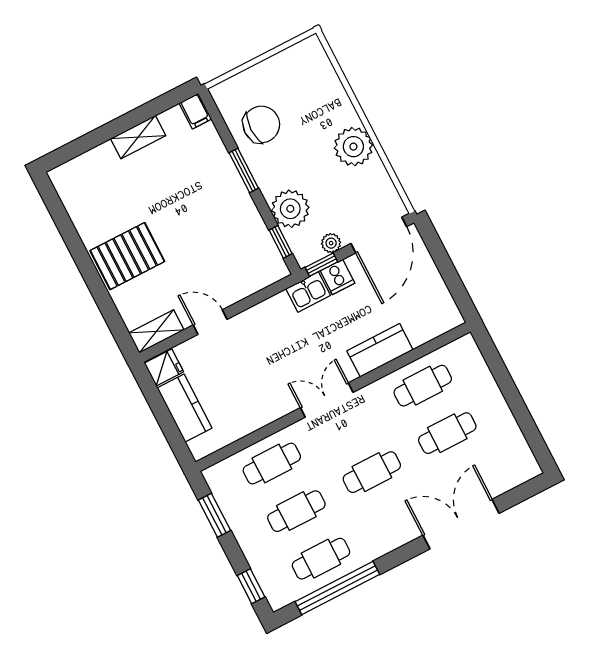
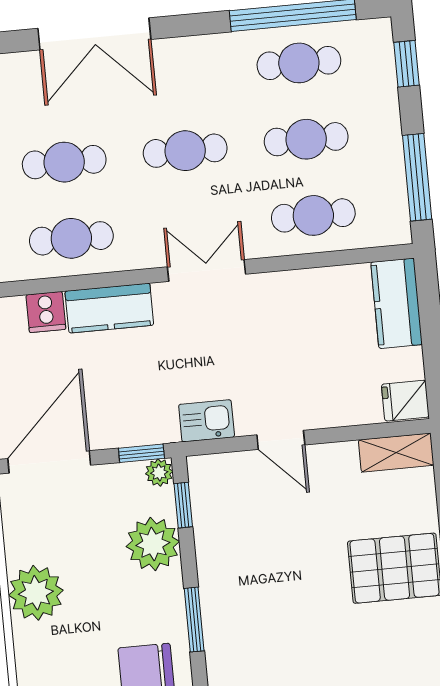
plant: (331, 243) -> (159, 473), moved
cooker: (337, 277) -> (46, 312), moved, turned 180
kitchen sink: (308, 292) -> (207, 421), moved
door: (210, 322) -> (281, 440), moved
double door: (327, 400) -> (206, 270), swing flipped
kitchen counter: (185, 408) -> (397, 303), moved
window: (214, 515) -> (417, 177), width x1.44

